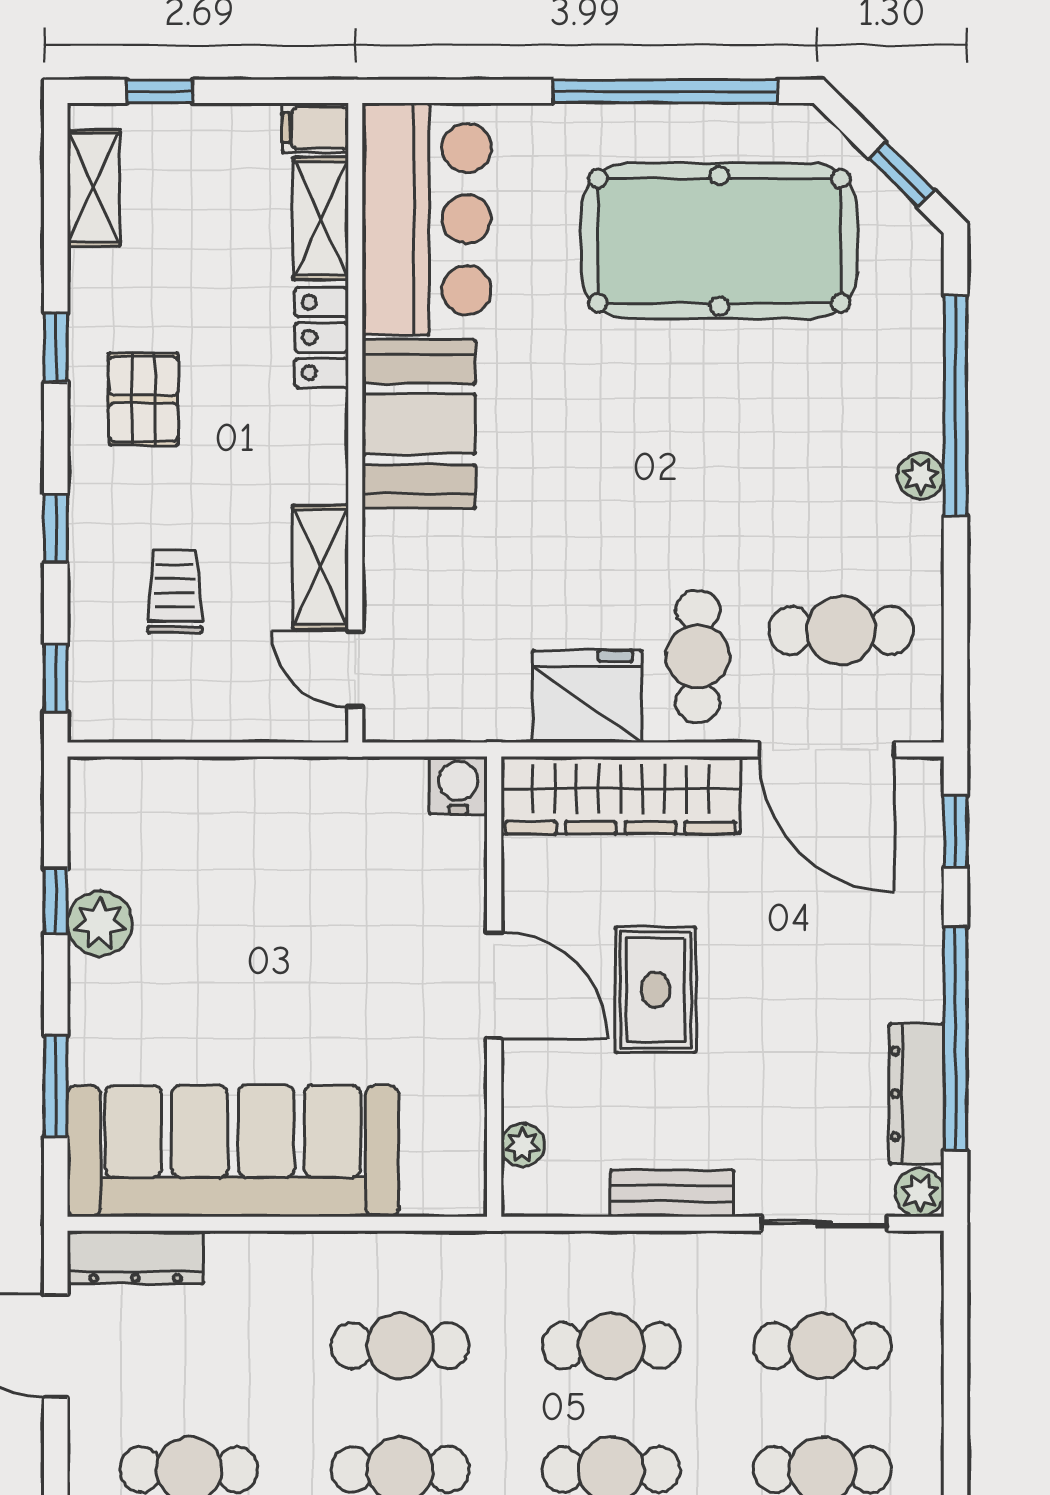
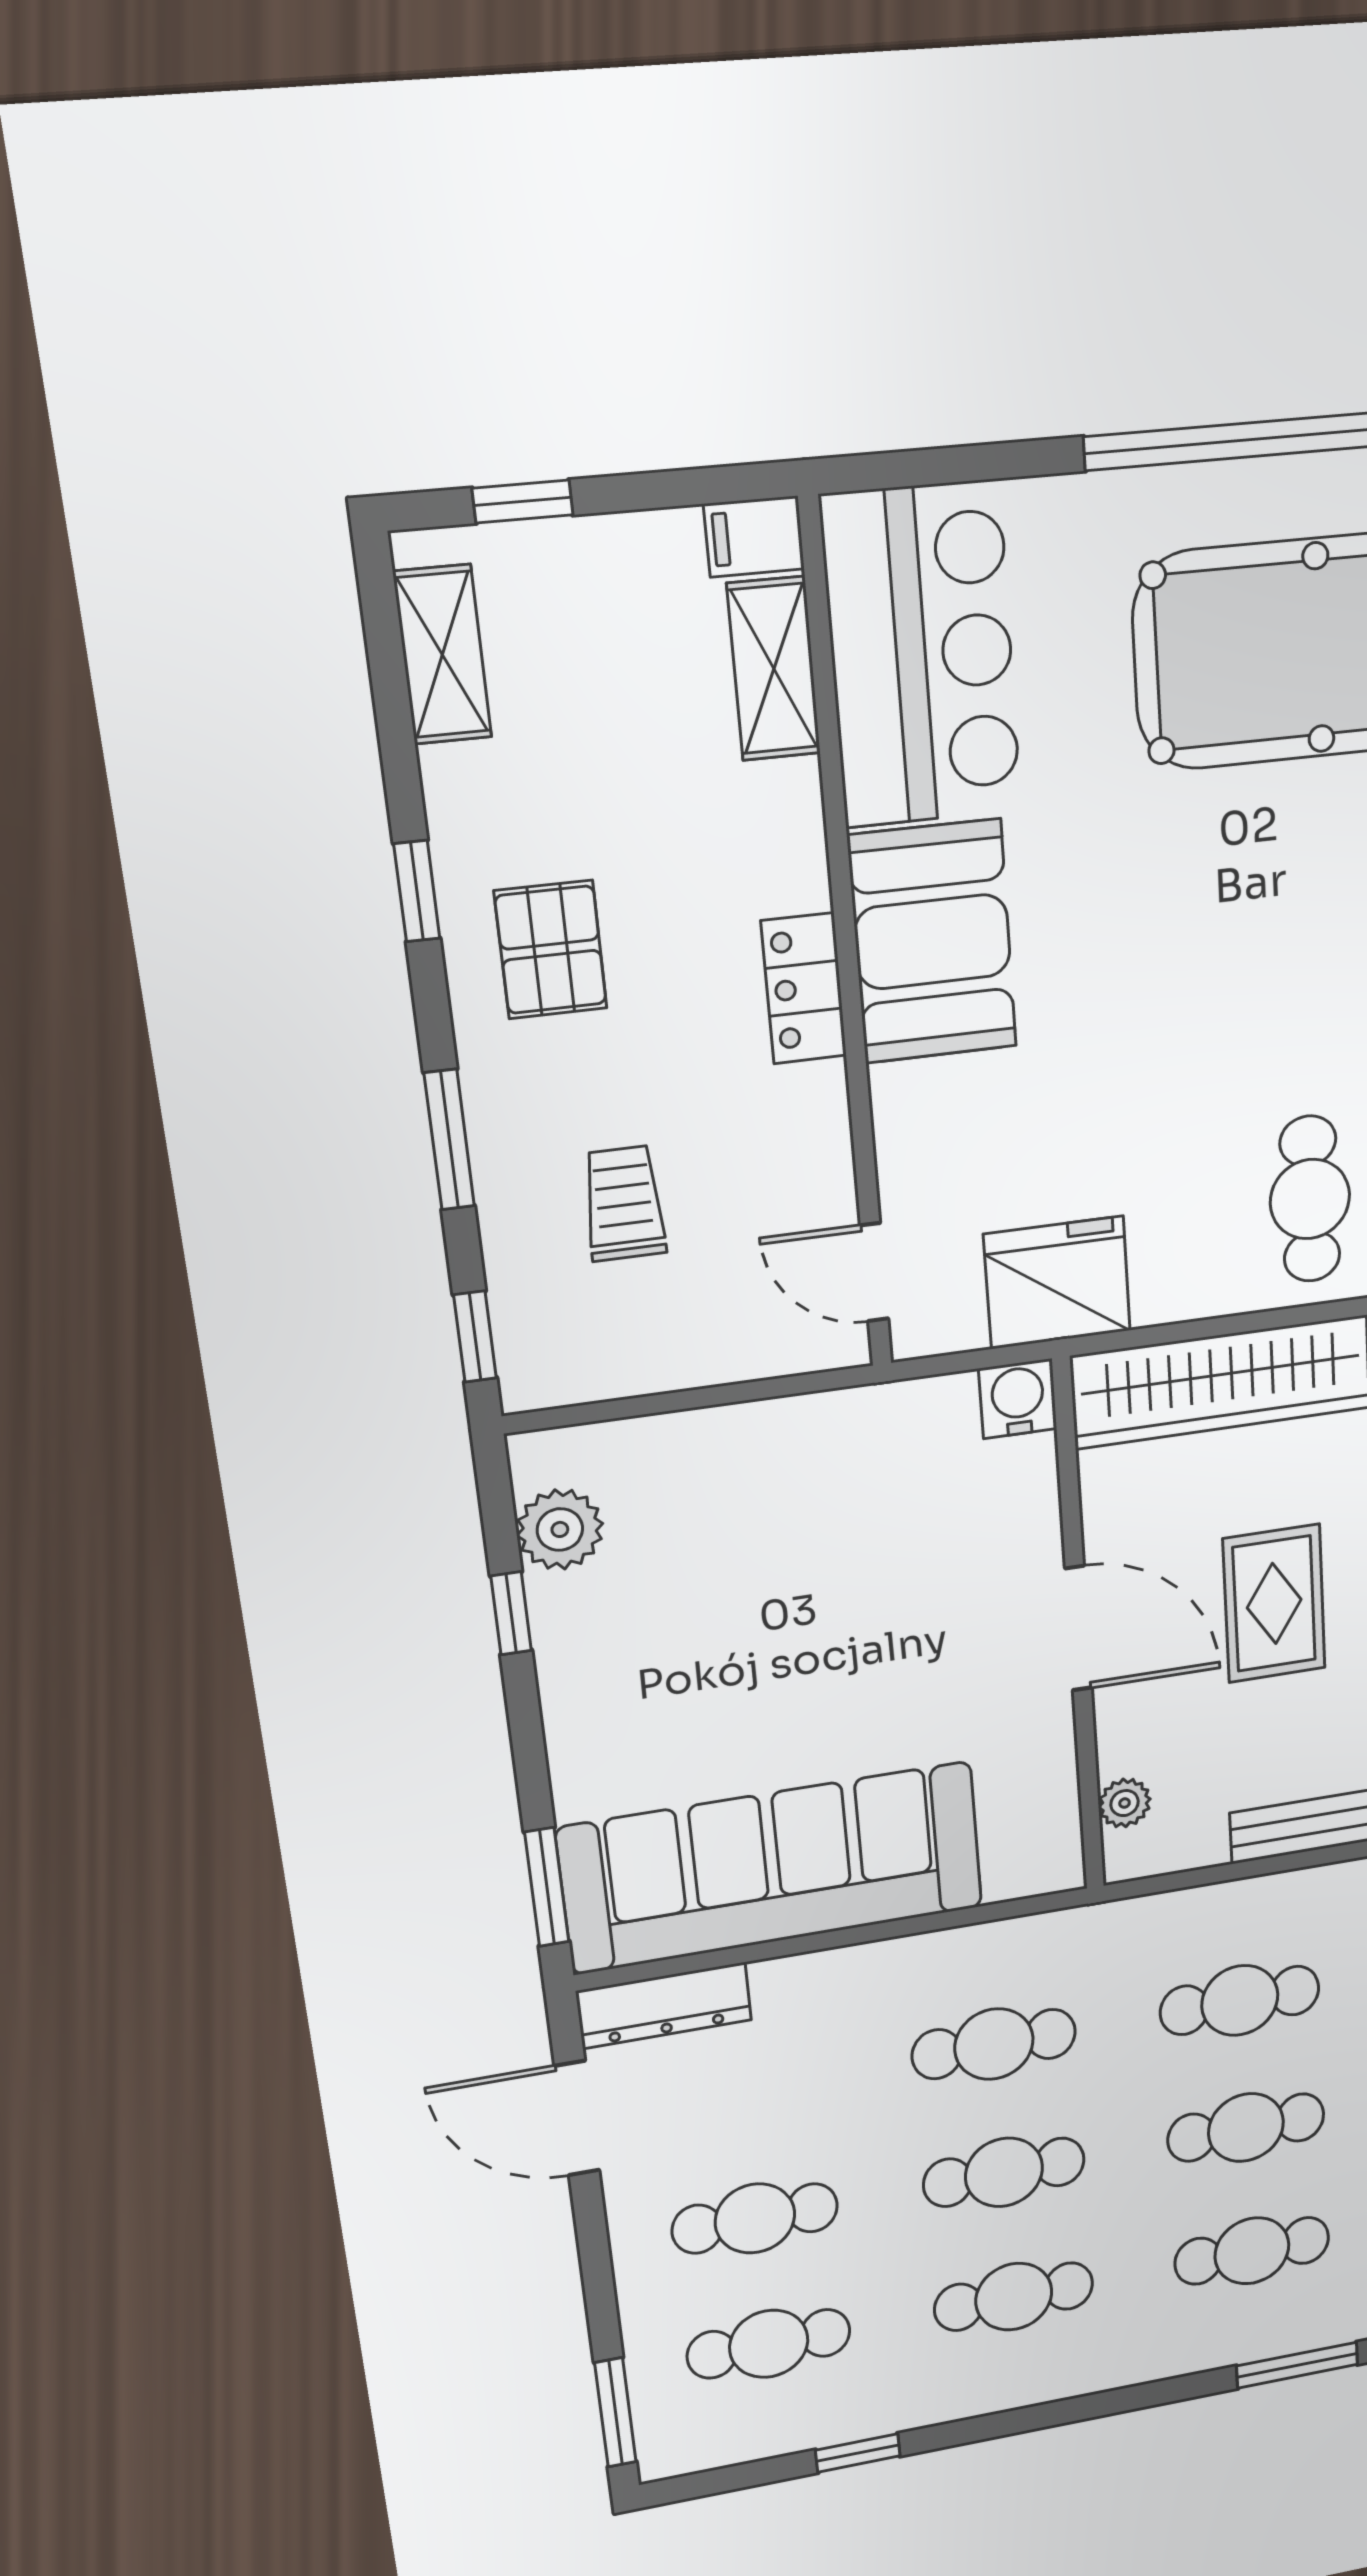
locker: (322, 337) -> (804, 988), moved
window: (56, 528) -> (449, 1140), width x1.50
shelving: (320, 567) -> (817, 1147), removed
fridge: (587, 696) -> (1057, 1283), moved
plant: (100, 924) -> (560, 1529), moved
window: (56, 1086) -> (547, 1887), moved

